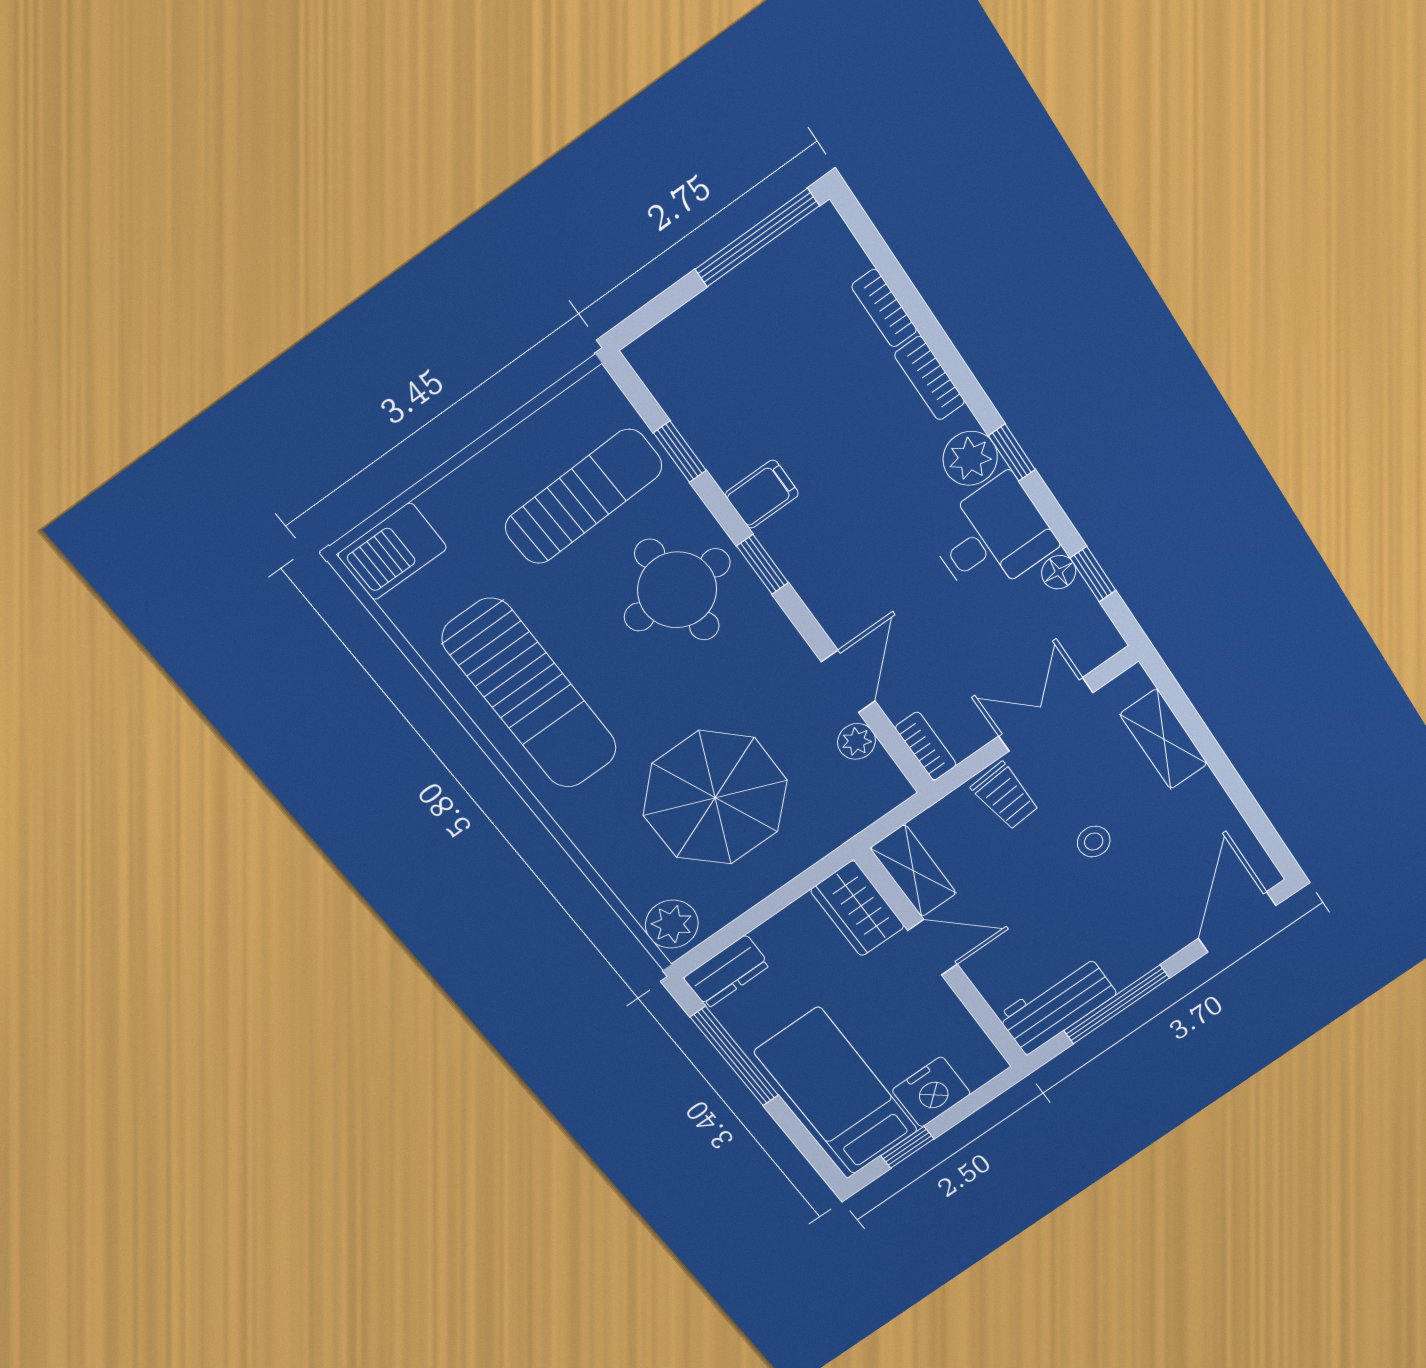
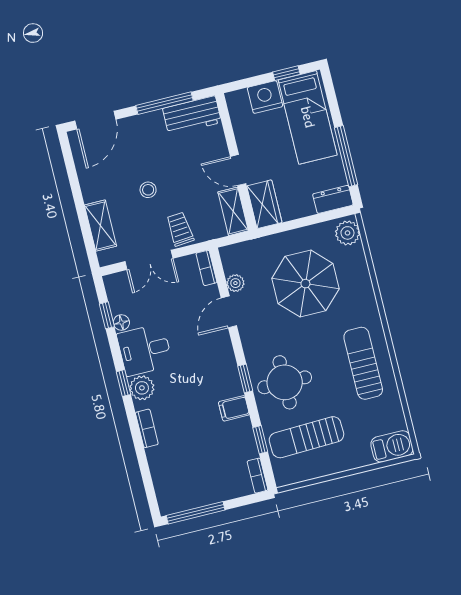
bookcase: (884, 308) -> (257, 476), moved, turned 180
sun lounger: (530, 694) -> (363, 363), width x0.73, depth x0.75

